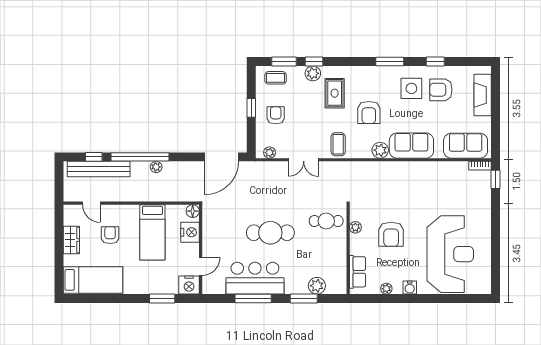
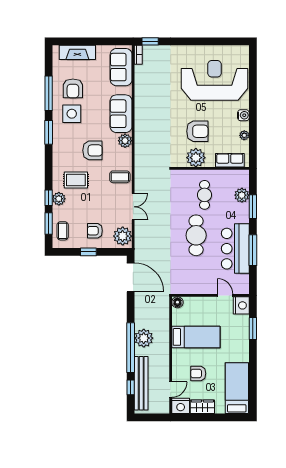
window: (435, 61) -> (49, 93), width x2.17
plant: (270, 153) -> (123, 236), width x1.88, depth x1.88
plant: (156, 167) -> (144, 338), width x1.88, depth x1.88
cafe table: (326, 221) -> (205, 195), moved
plant: (355, 227) -> (196, 158), width x1.87, depth x1.87
nightstand: (190, 232) -> (181, 406), moved, turned 180

